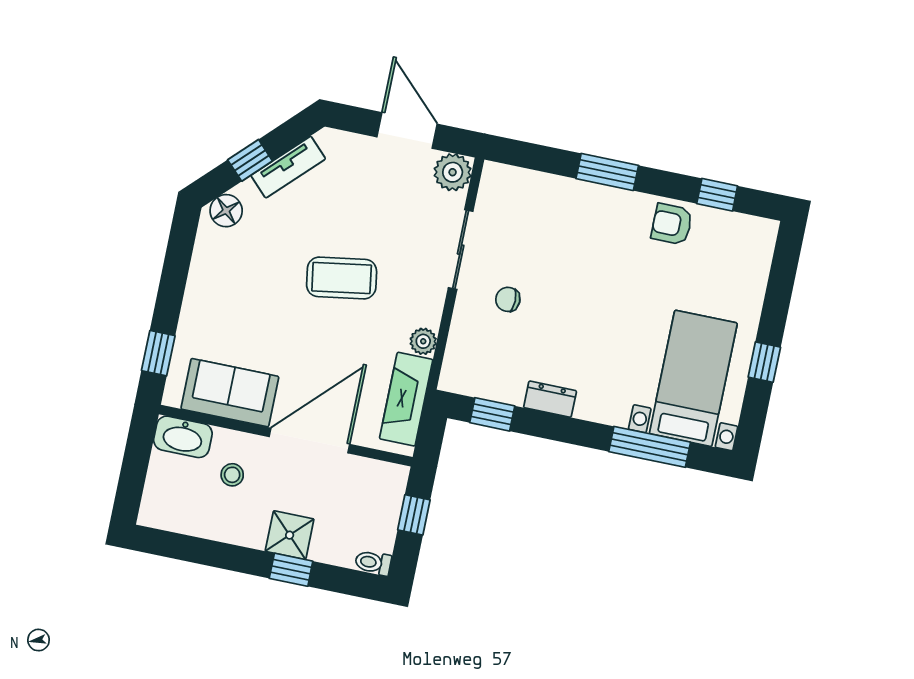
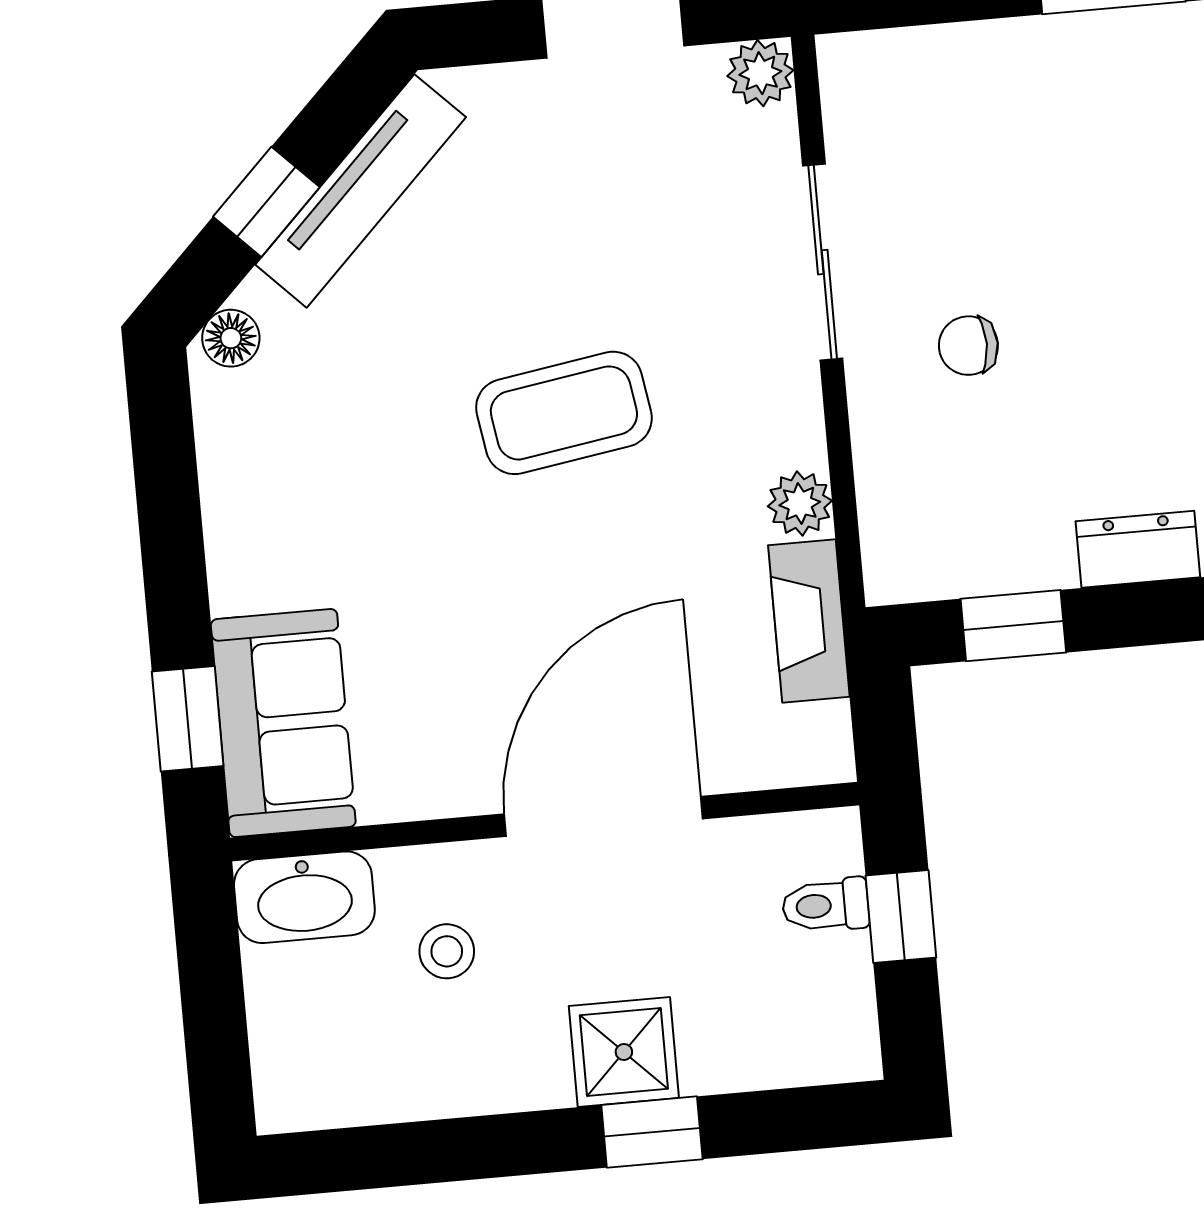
tv unit: (288, 167) -> (361, 191), width x1.41
plant: (453, 172) -> (760, 73), width x0.73, depth x0.73
floor lamp: (226, 211) -> (231, 338), width x0.73, depth x0.73
sofa: (230, 393) -> (283, 723), moved, turned 90
fireplace: (406, 399) -> (809, 621), width x0.73, depth x0.76
toilet: (373, 563) -> (826, 905), moved

